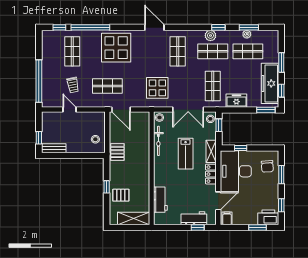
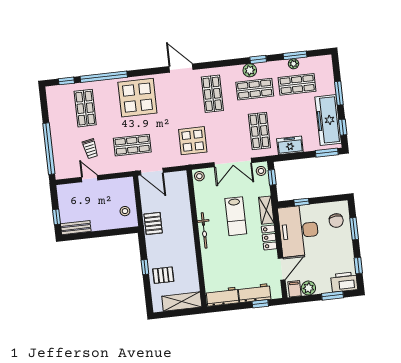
bicycle: (158, 141) -> (204, 230), moved
workbench: (160, 200) -> (223, 297), moved, turned -90
plant: (238, 219) -> (308, 288), added

